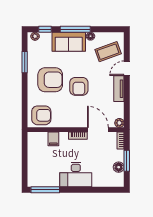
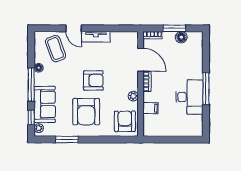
sofa: (69, 42) -> (45, 104), moved
armchair: (50, 80) -> (86, 112), turned 180
plant: (119, 123) -> (133, 96), moved
door: (98, 130) -> (141, 60), swing flipped
desk: (76, 175) -> (189, 97), moved
window: (45, 190) -> (206, 89), moved

